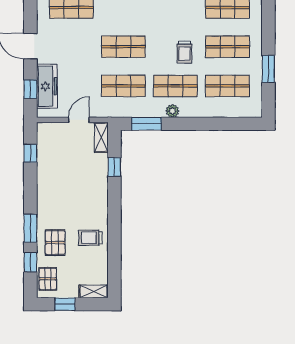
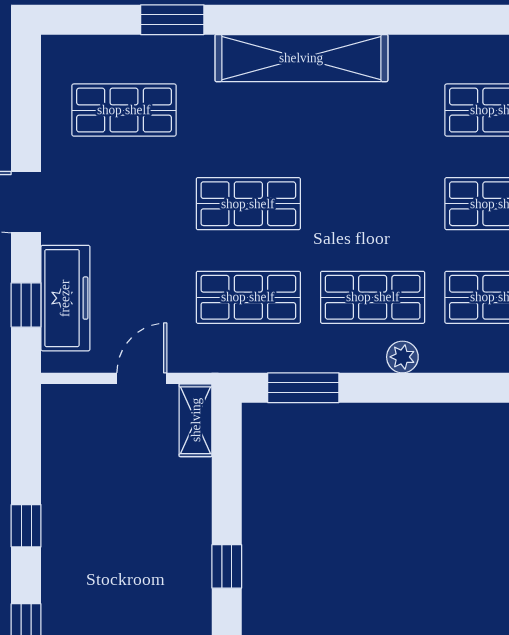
trolley: (185, 52) -> (394, 216), removed
plant: (172, 111) -> (402, 357), moved
window: (30, 153) -> (26, 526), moved
window: (114, 167) -> (227, 566), moved

